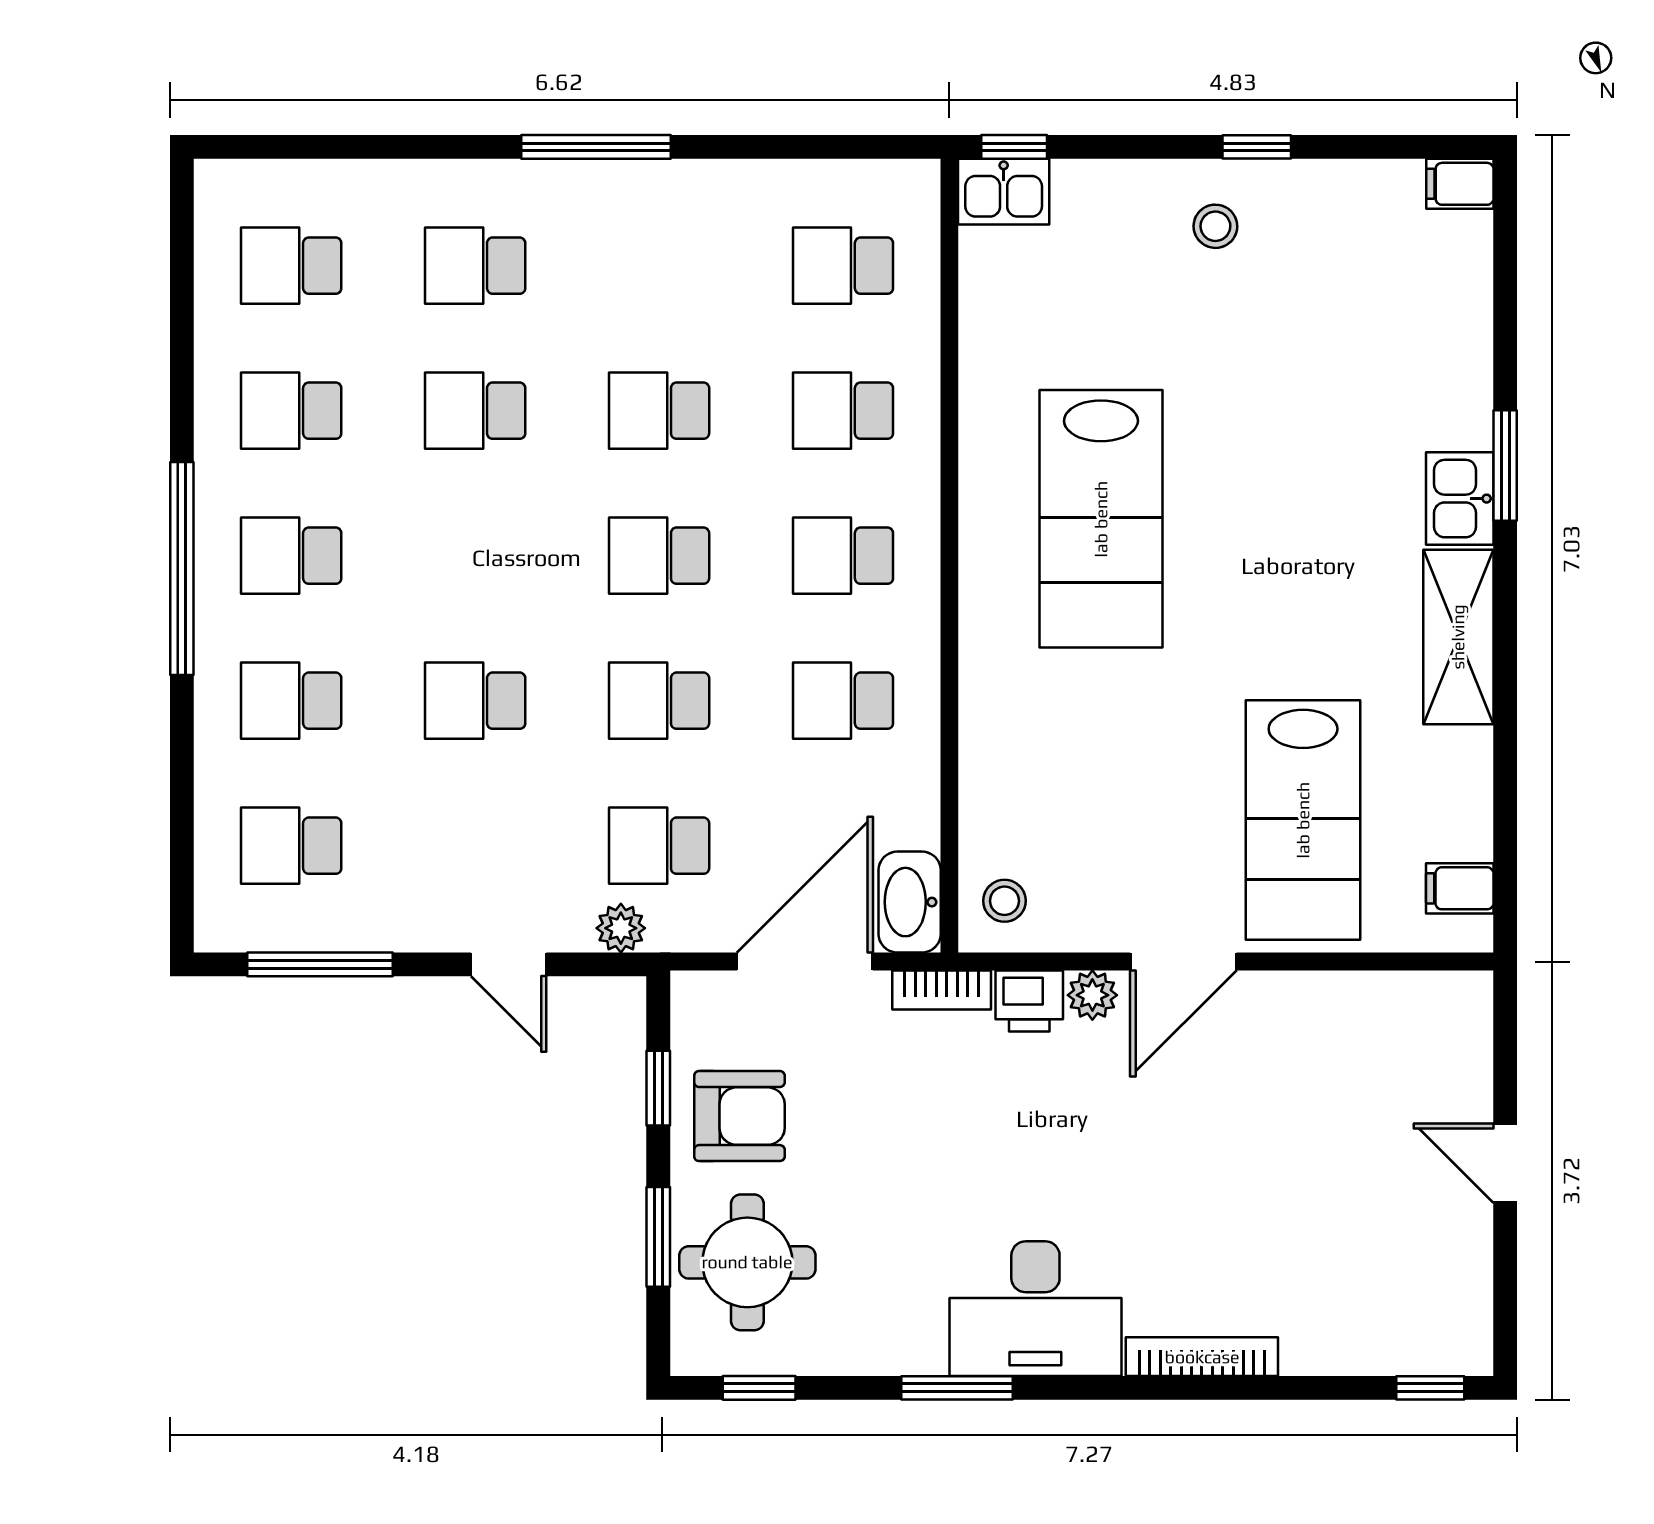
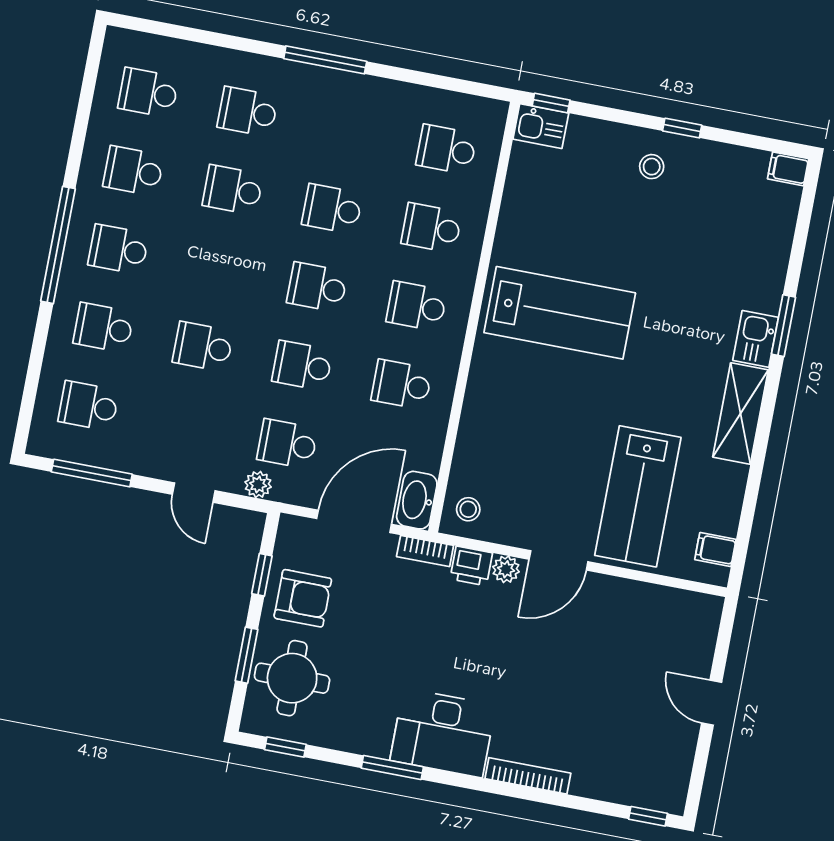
lab bench: (1101, 519) -> (560, 313), turned -90

